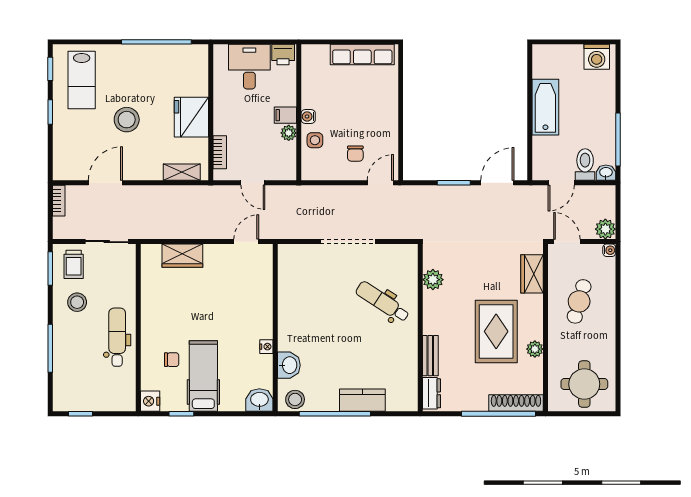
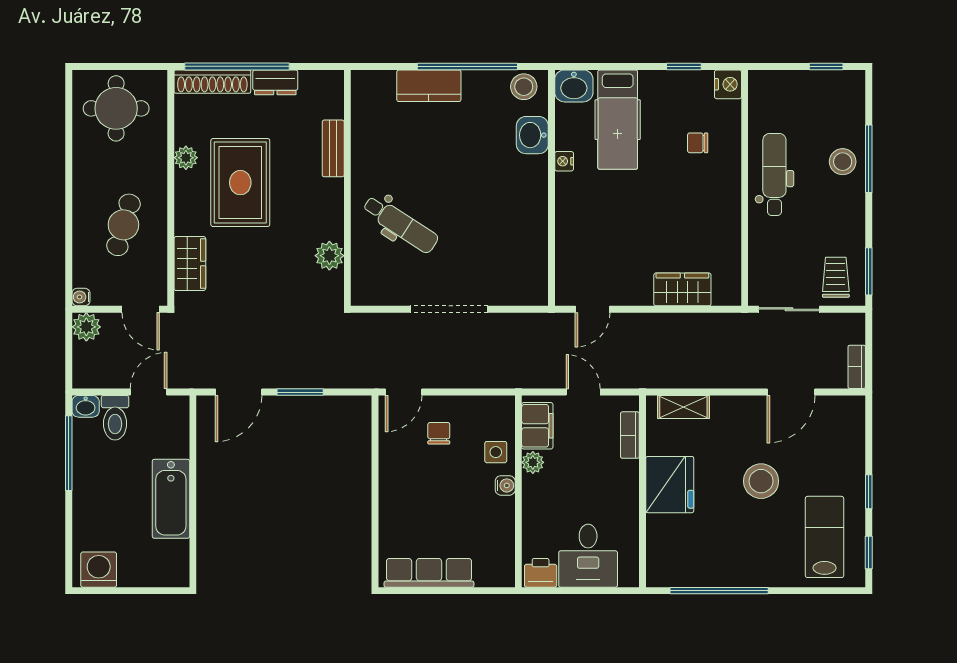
filing cabinet: (285, 115) -> (537, 426), moved, width x2.00
stool: (77, 302) -> (843, 162), moved
dental chair: (117, 337) -> (774, 174), turned 180
hospital bed: (203, 376) -> (618, 120), moved
dresser: (431, 393) -> (275, 82), moved, turned -90

